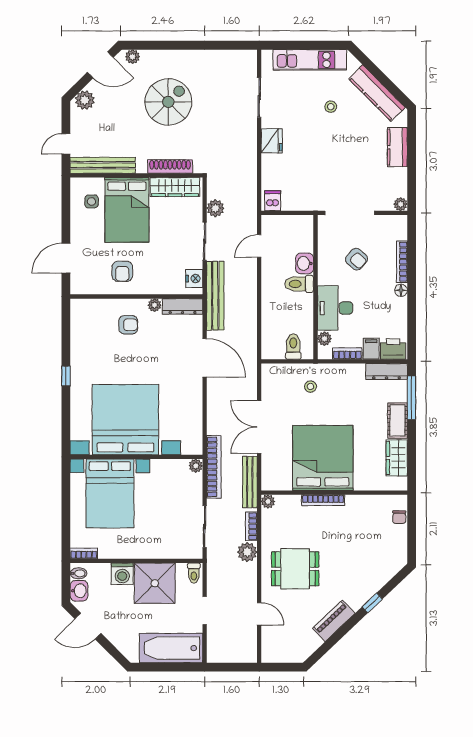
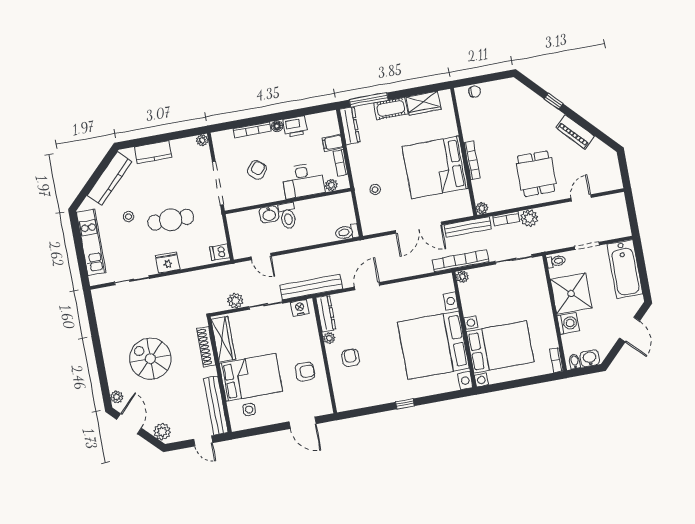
cafe table: (319, 153) -> (171, 220), added
toilet: (293, 346) -> (347, 232), moved
printer: (393, 349) -> (295, 127), moved, turned -90
door: (205, 358) -> (367, 286), width x0.73
door: (88, 626) -> (630, 330), moved

